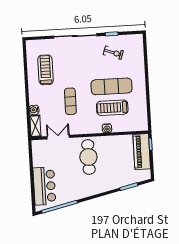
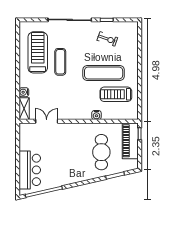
treadmill: (45, 70) -> (38, 52), width x1.37, depth x1.38
exercise mat: (70, 101) -> (60, 62), moved
treadmill: (112, 108) -> (116, 94), moved
cafe table: (88, 157) -> (101, 152), moved

